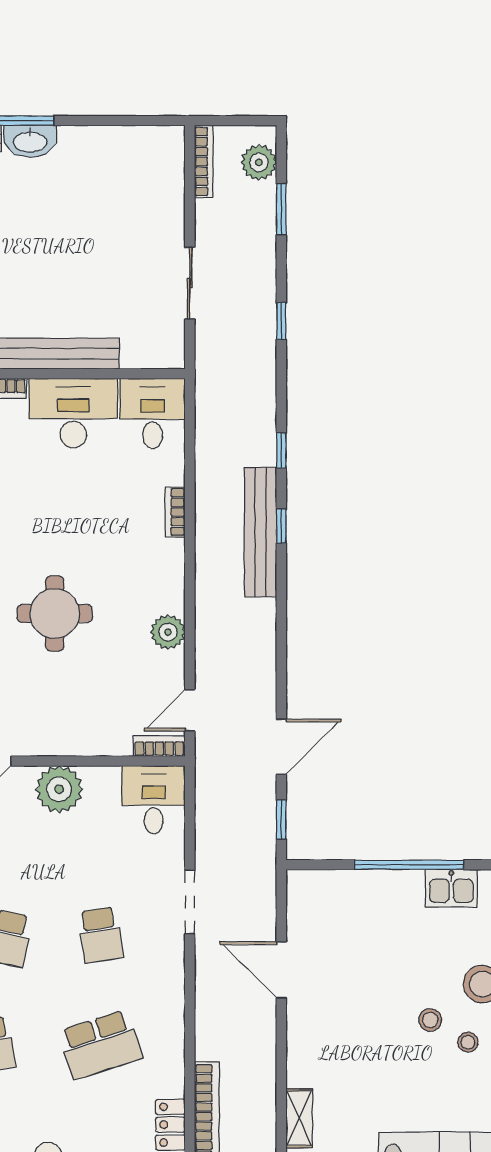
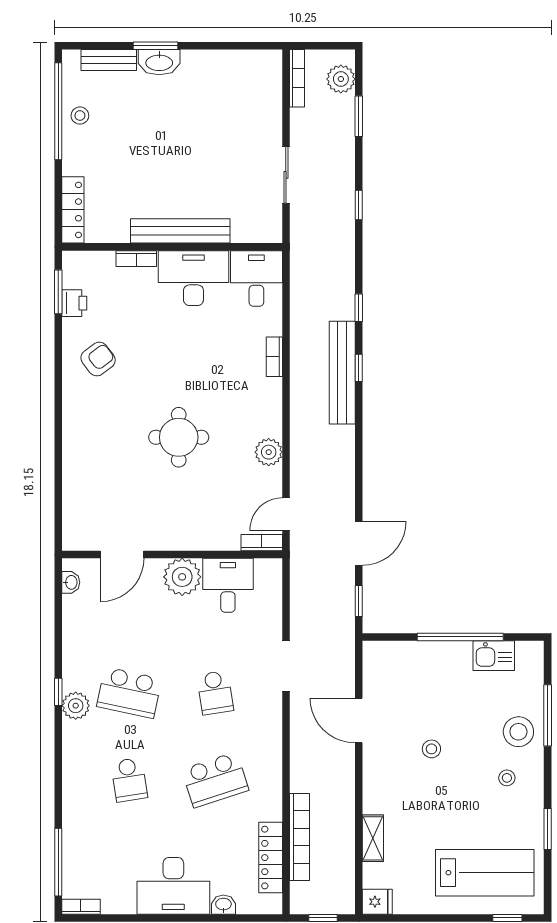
desk: (154, 800) -> (228, 585), moved
stool: (430, 1020) -> (431, 749), moved

